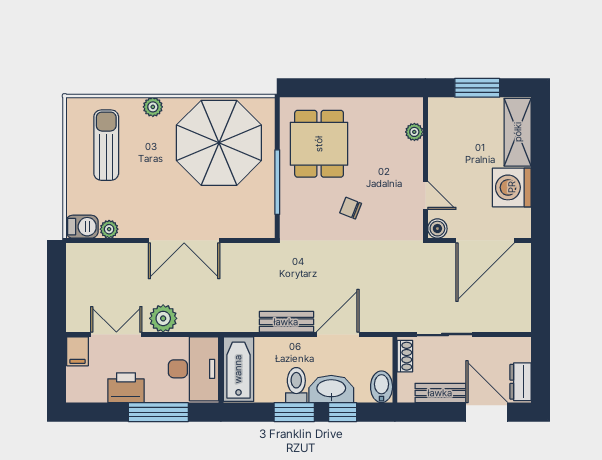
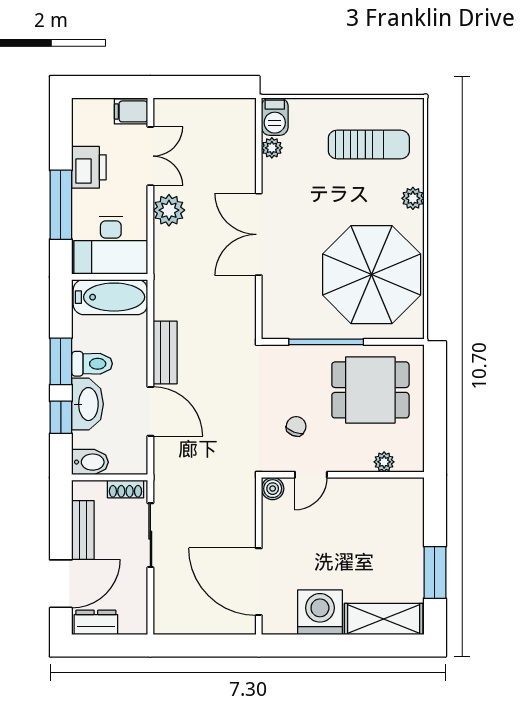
plant: (414, 132) -> (384, 462), moved
wall: (425, 168) -> (343, 475), moved
door: (425, 195) -> (311, 475), moved
boiler: (437, 229) -> (273, 489), moved

